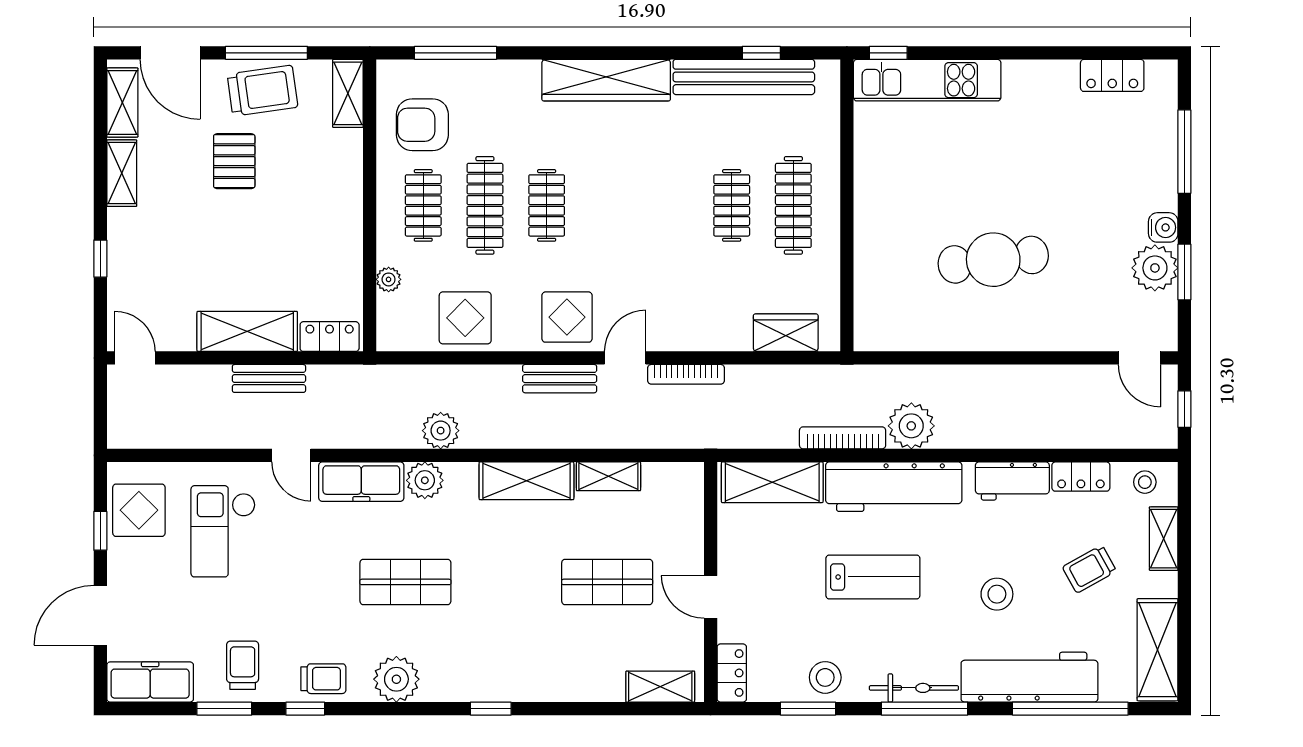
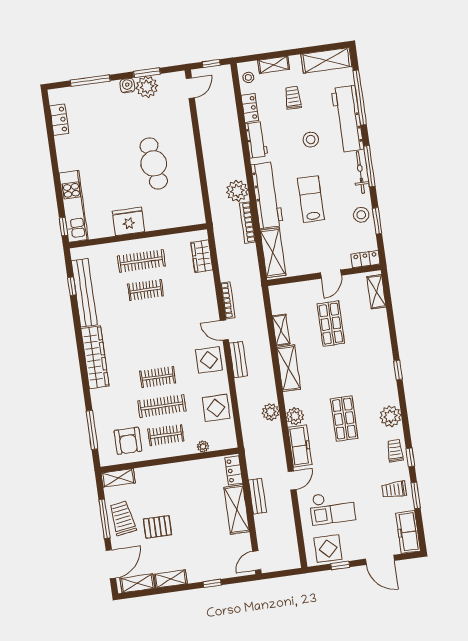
fridge: (880, 190) -> (128, 221), added
trolley: (1089, 569) -> (293, 98), turned -151

